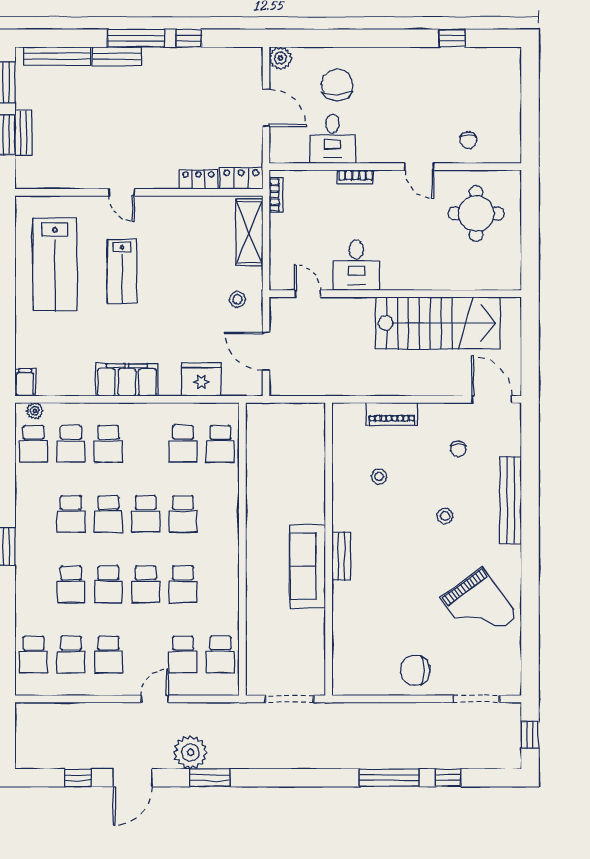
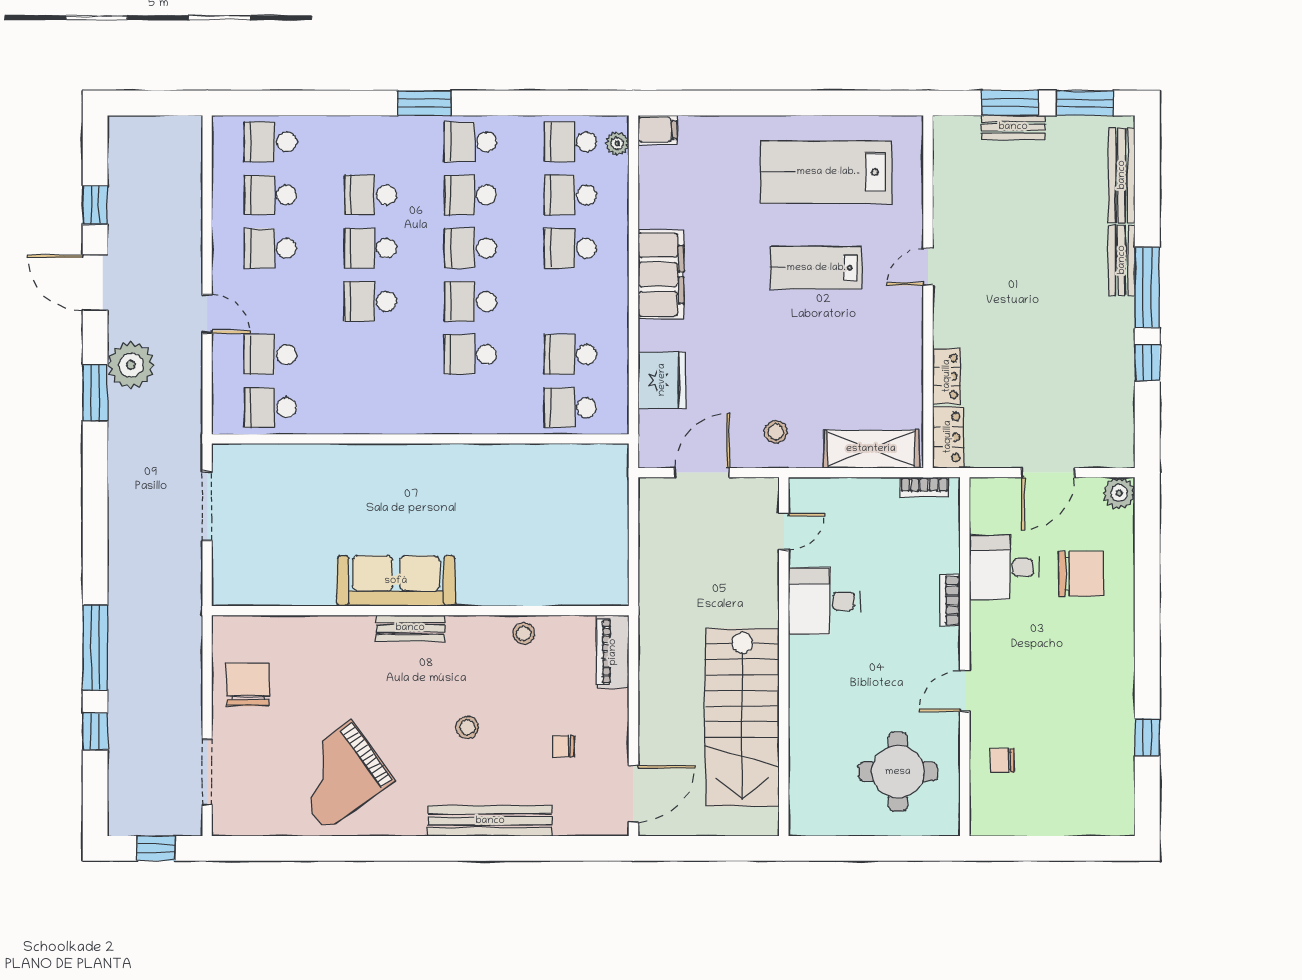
wall: (329, 549) -> (420, 611), moved
bench: (341, 556) -> (410, 628), moved
sofa: (308, 566) -> (396, 581), moved
school desk: (183, 584) -> (470, 142), moved

